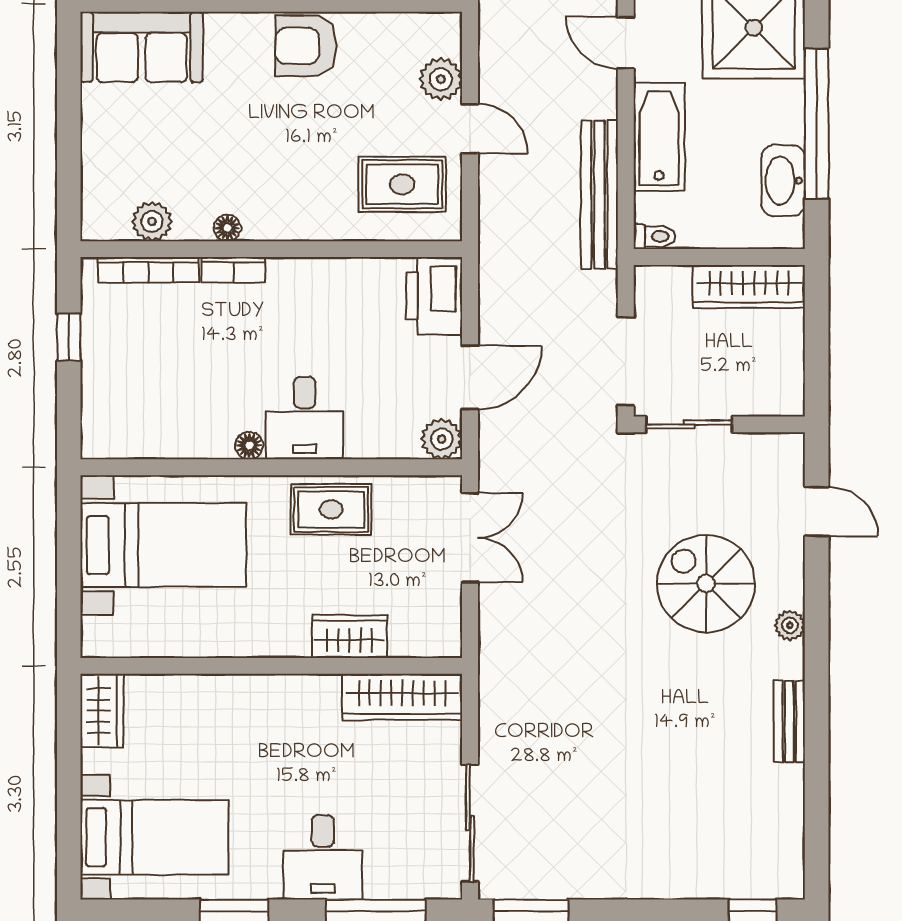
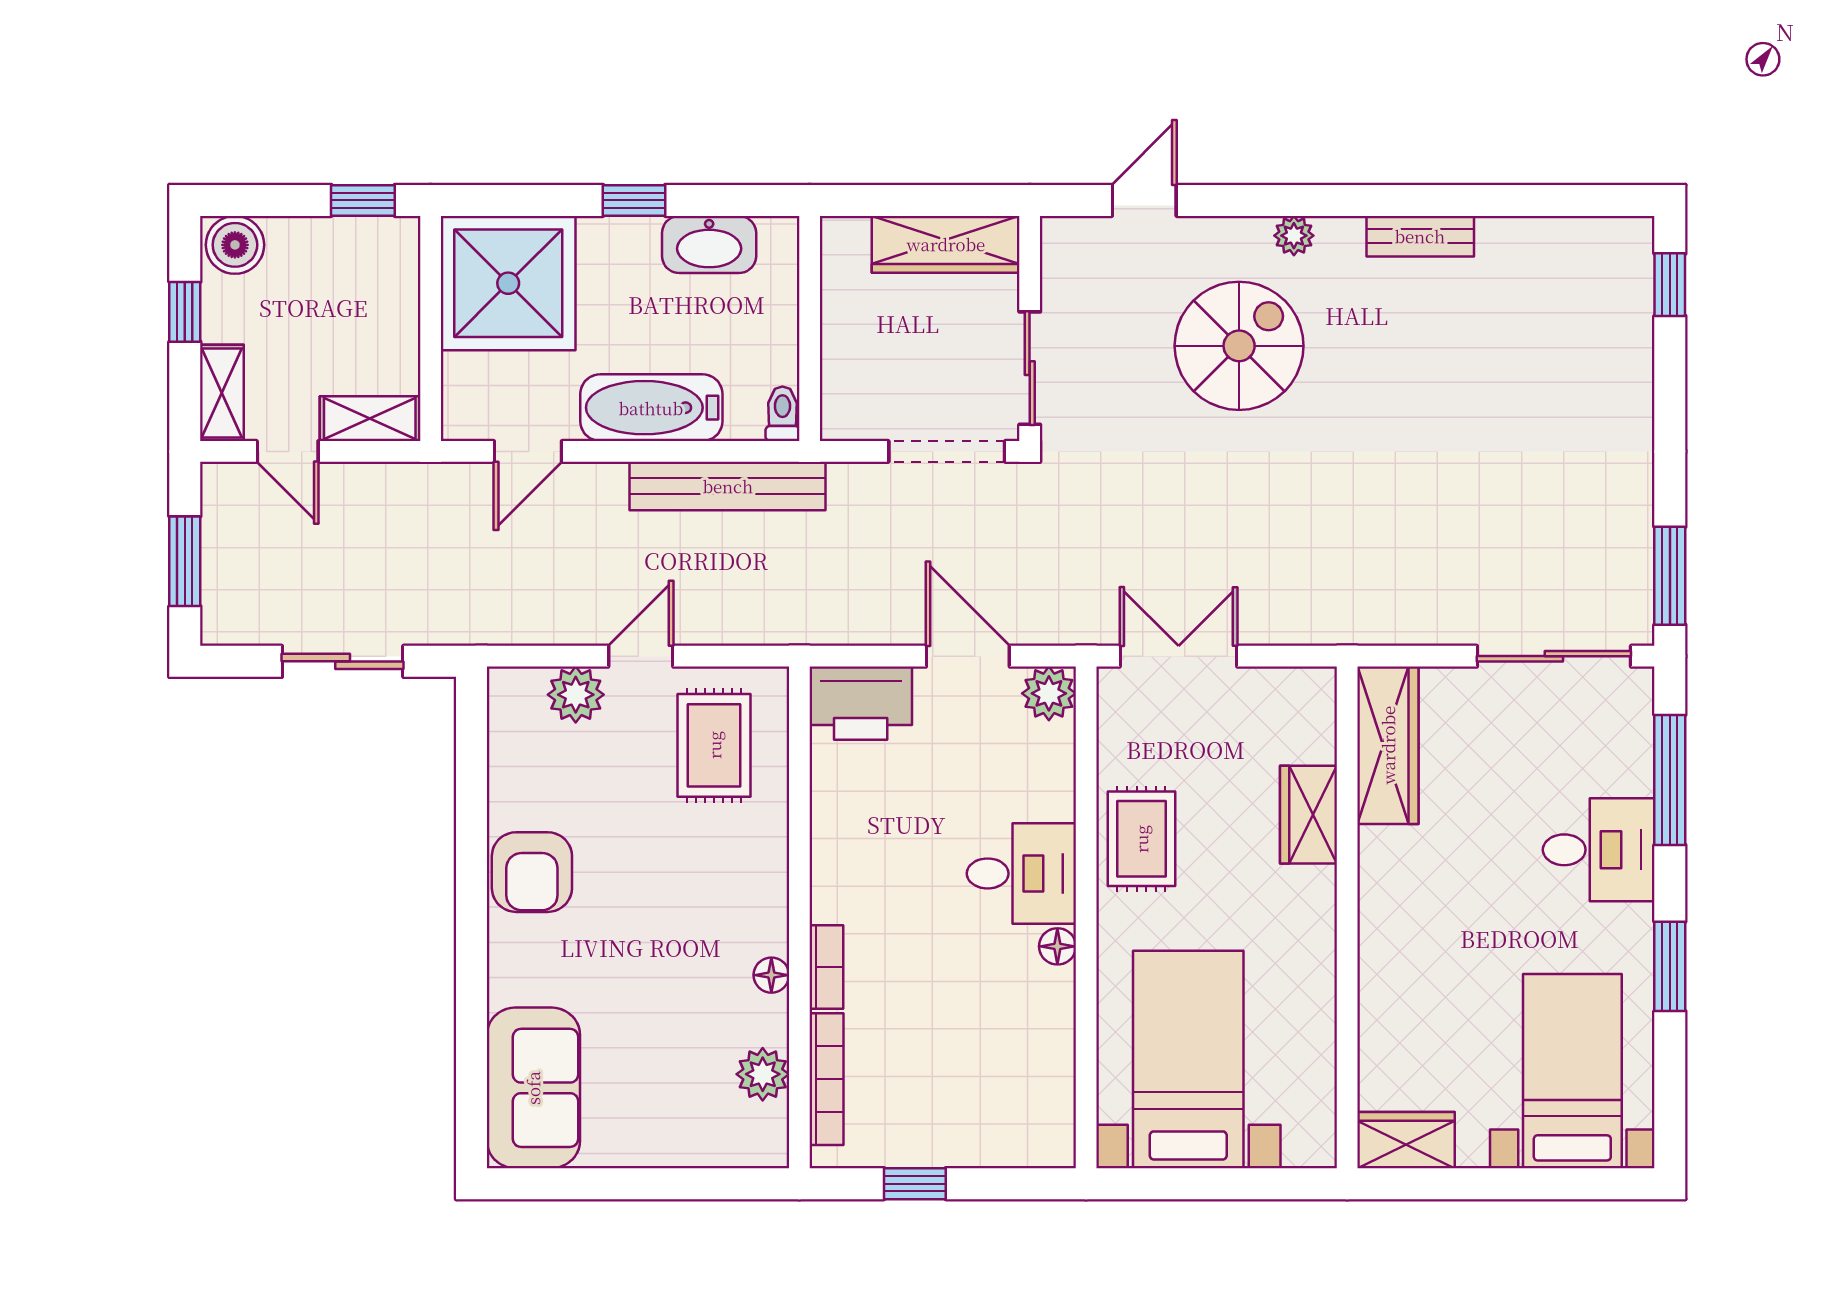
window: (817, 124) -> (634, 200), width x0.32
wardrobe: (749, 286) -> (946, 244), moved, turned 90
spiral stairs: (706, 584) -> (1239, 346), turned 180

